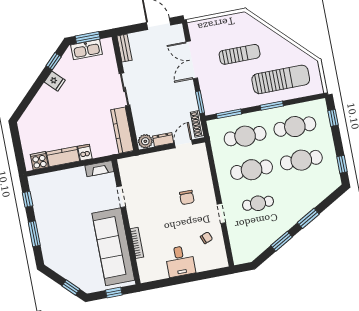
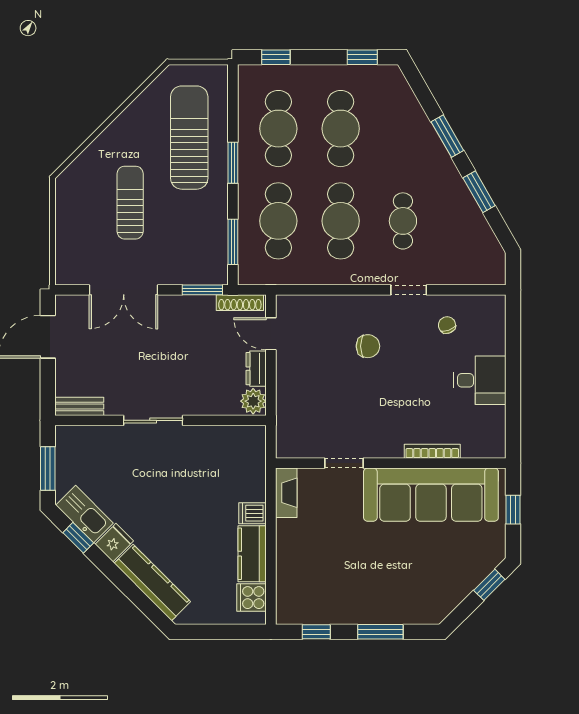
kitchen sink: (87, 50) -> (85, 514), moved, turned -45
kitchen counter: (122, 130) -> (152, 583), moved, turned -135

